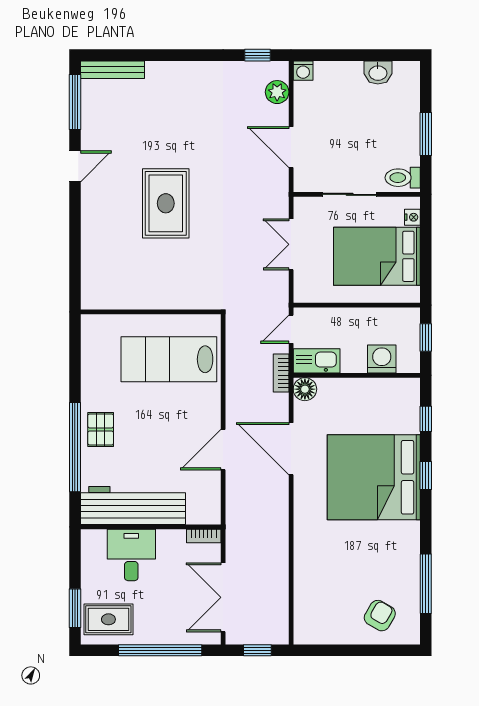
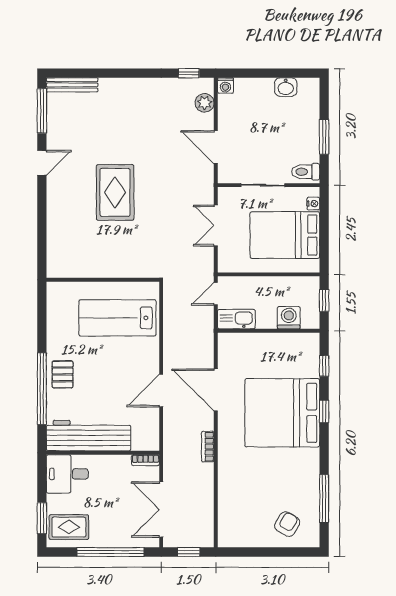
bookcase: (281, 373) -> (208, 447), moved
floor lamp: (305, 389) -> (227, 342), removed
desk: (131, 555) -> (67, 474), moved, turned -90

